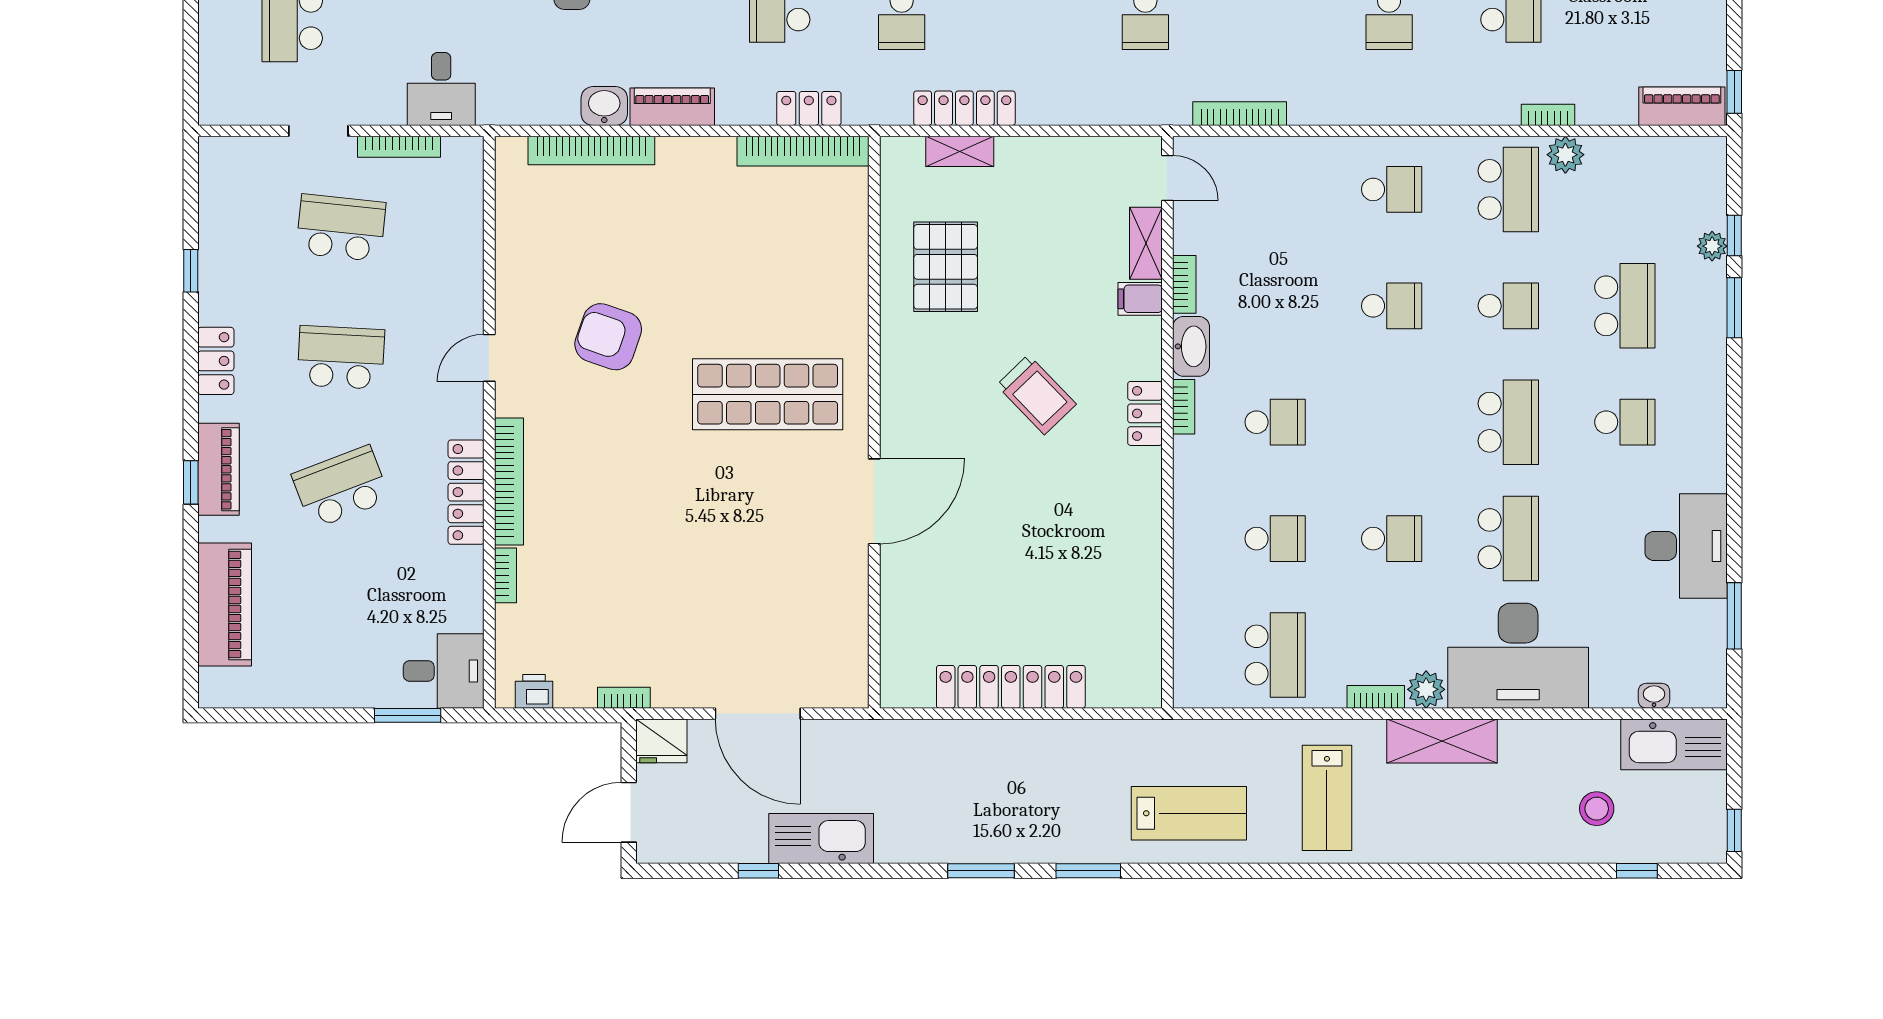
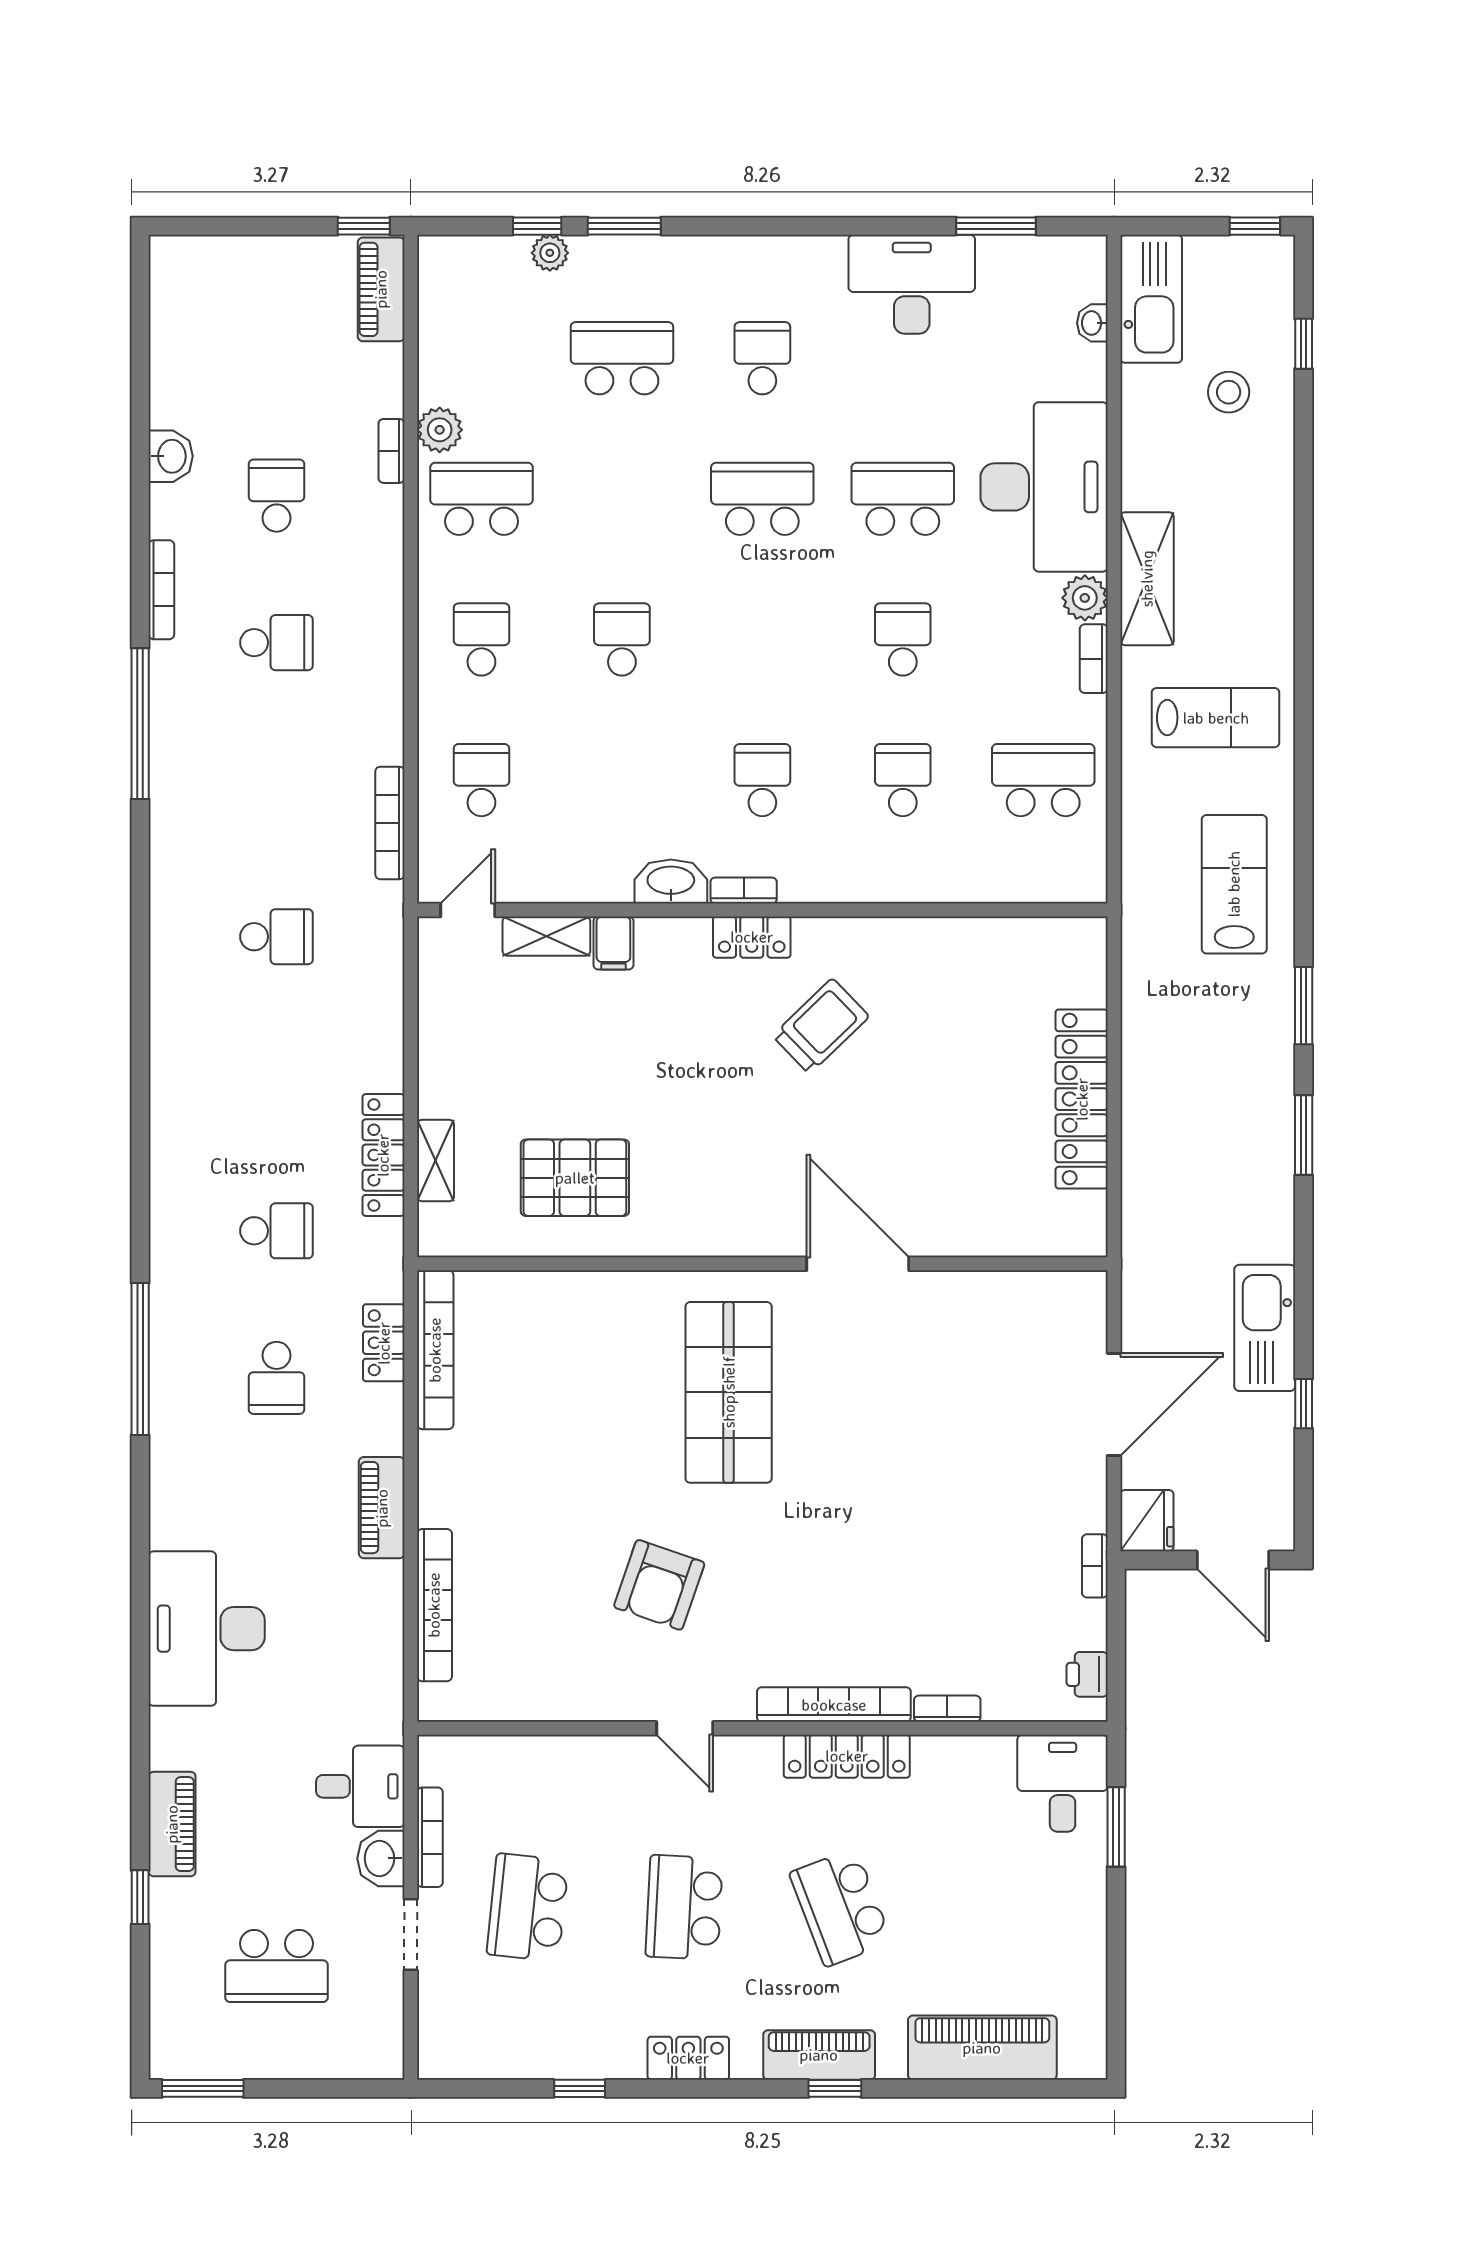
washbasin: (604, 106) -> (381, 1858), moved
bookcase: (1184, 284) -> (596, 890), removed
school desk: (1508, 306) -> (481, 780), moved
trolley: (1036, 395) -> (821, 1026), moved

